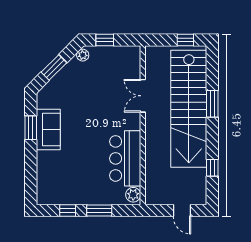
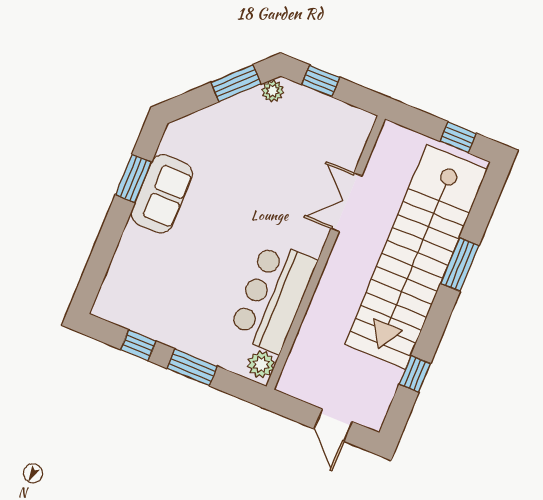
window: (54, 68) -> (236, 83), moved

